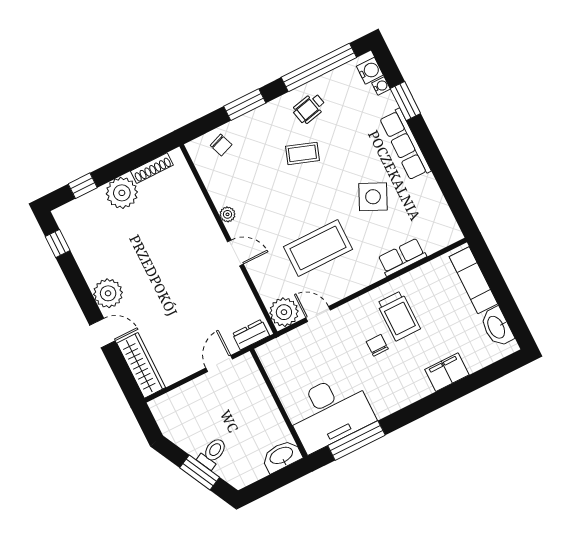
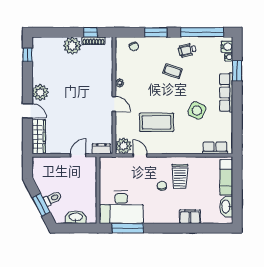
window: (83, 186) -> (90, 32), moved
row of seats: (402, 257) -> (215, 148), moved
washbasin: (282, 456) -> (76, 217), moved

